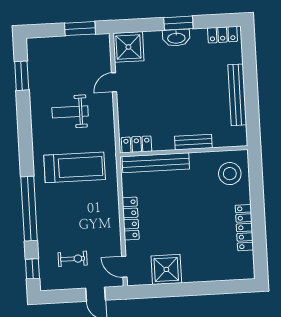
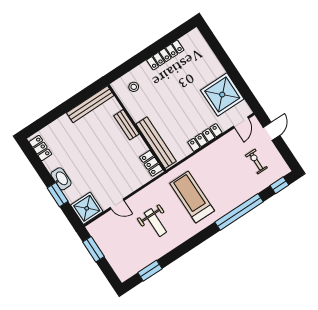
window: (178, 23) -> (58, 195), moved
bench: (237, 95) -> (90, 104), moved
stool: (230, 174) -> (134, 87), width x0.53, depth x0.53
shower: (166, 269) -> (222, 95), width x1.37, depth x1.37

